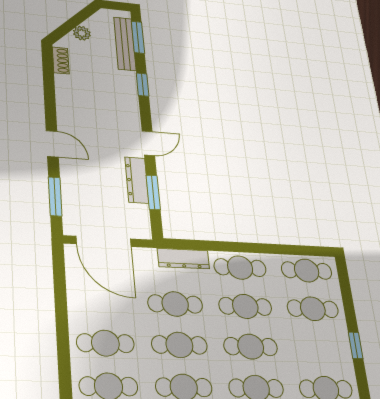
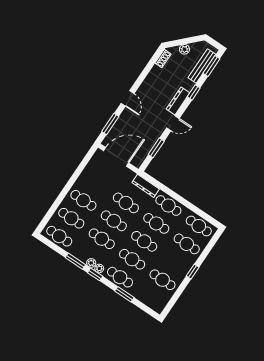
dresser: (137, 180) -> (178, 101), moved
door: (104, 241) -> (116, 157), swing flipped

